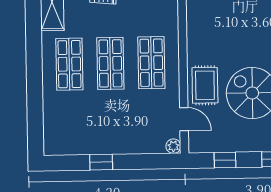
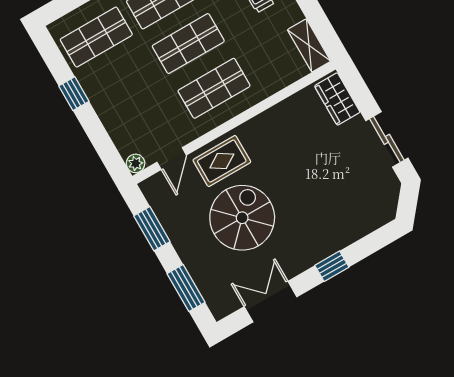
shop shelf: (70, 125) -> (96, 37), added
window: (225, 160) -> (152, 229), width x1.50

